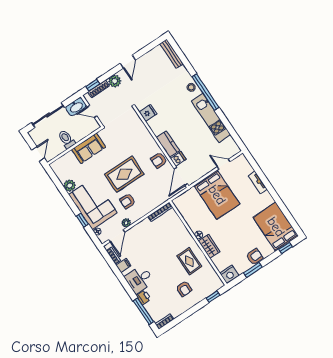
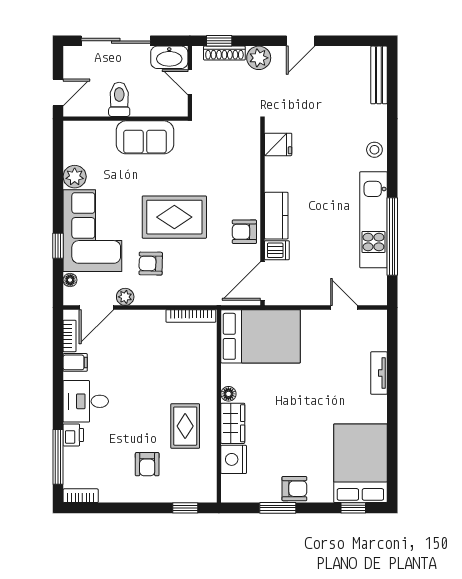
window: (205, 92) -> (392, 237), moved
bed: (217, 195) -> (261, 336), moved, turned -90
nightstand: (229, 274) -> (234, 459), moved, turned 90

